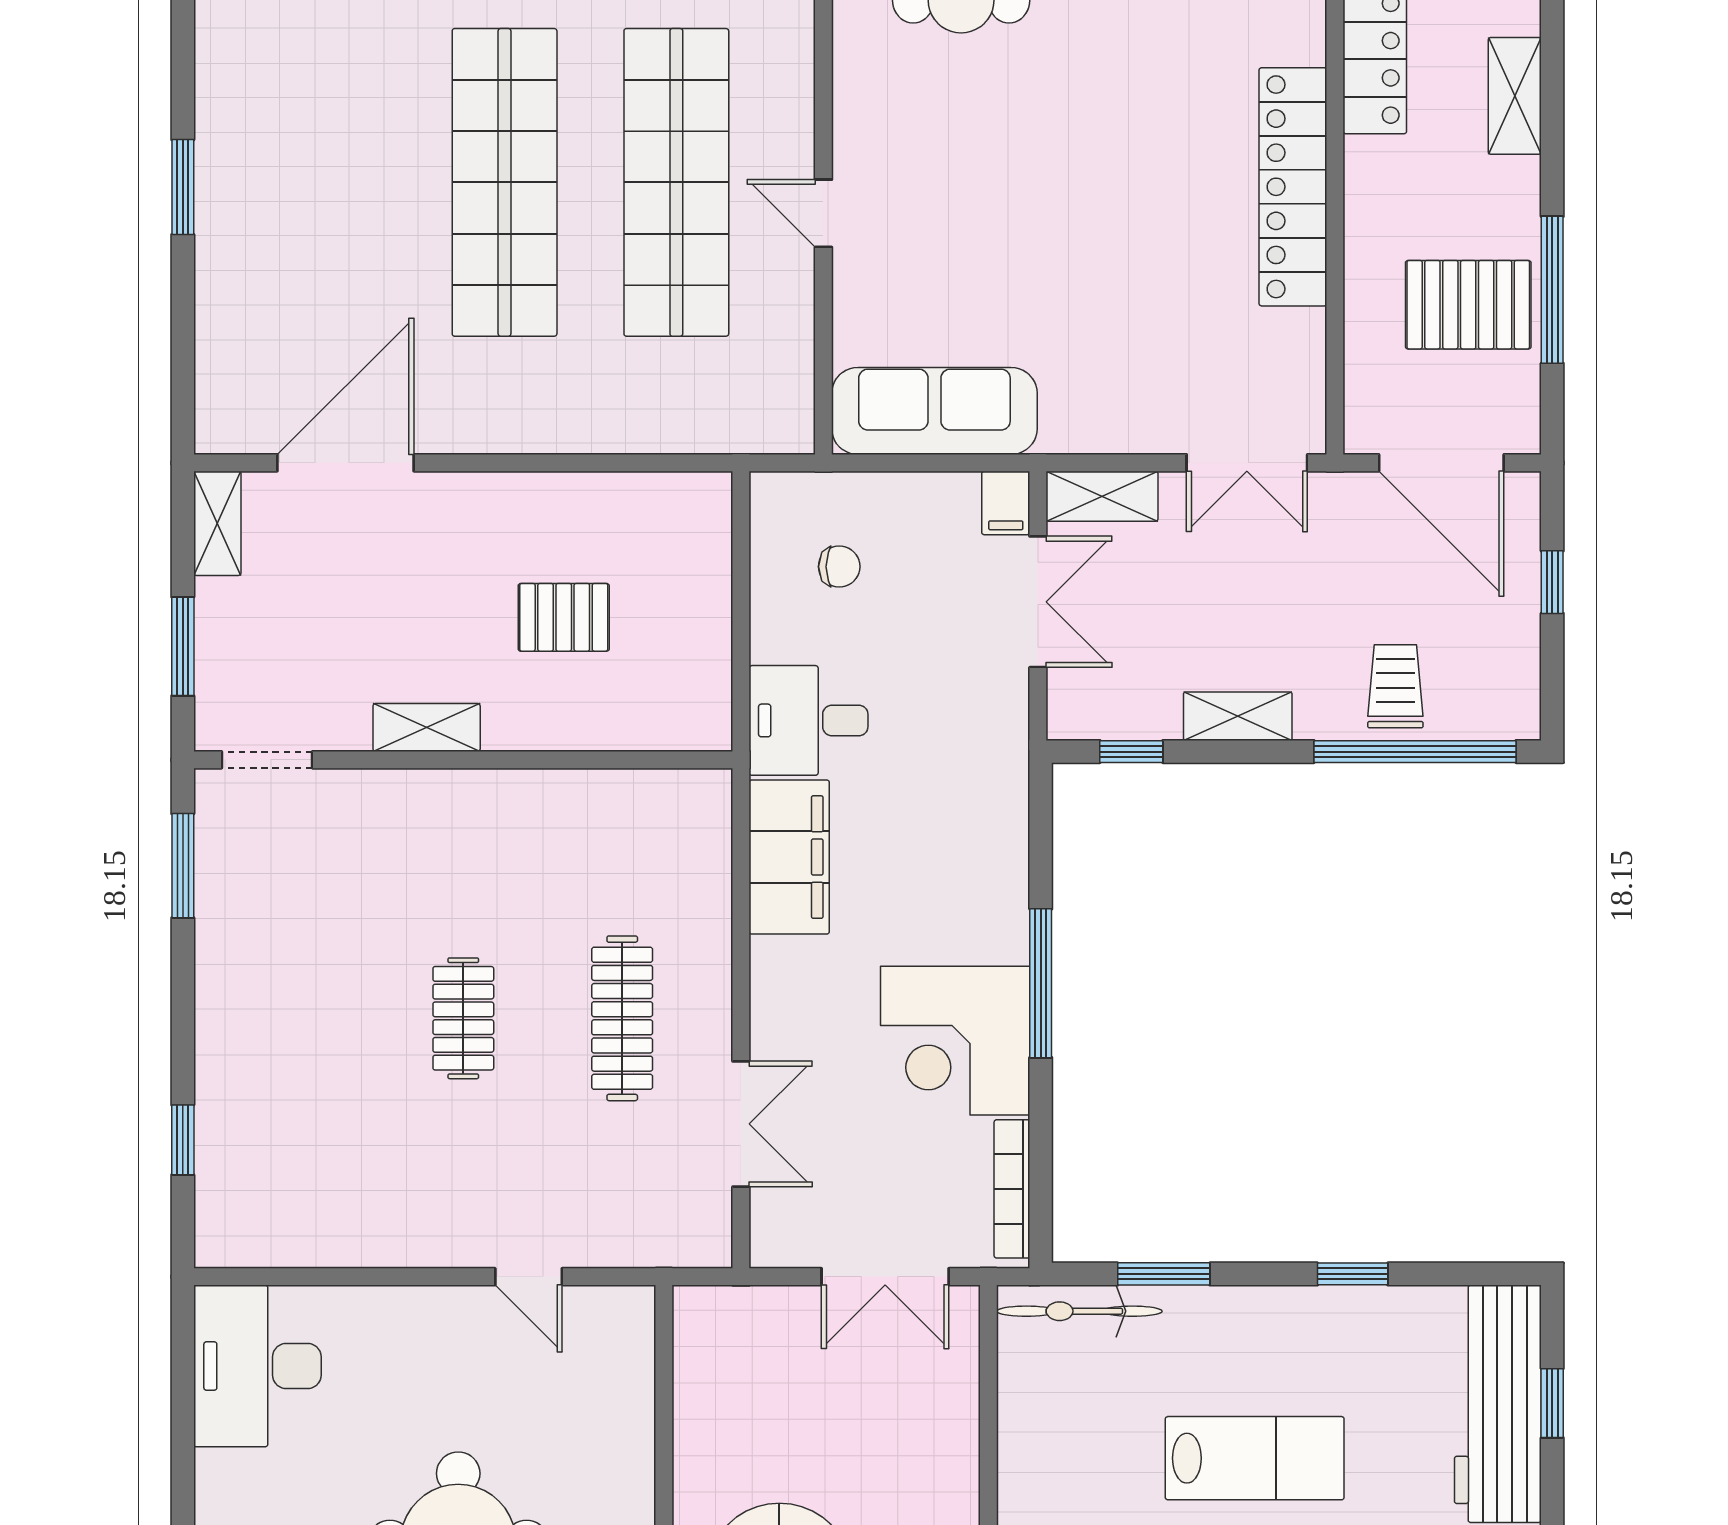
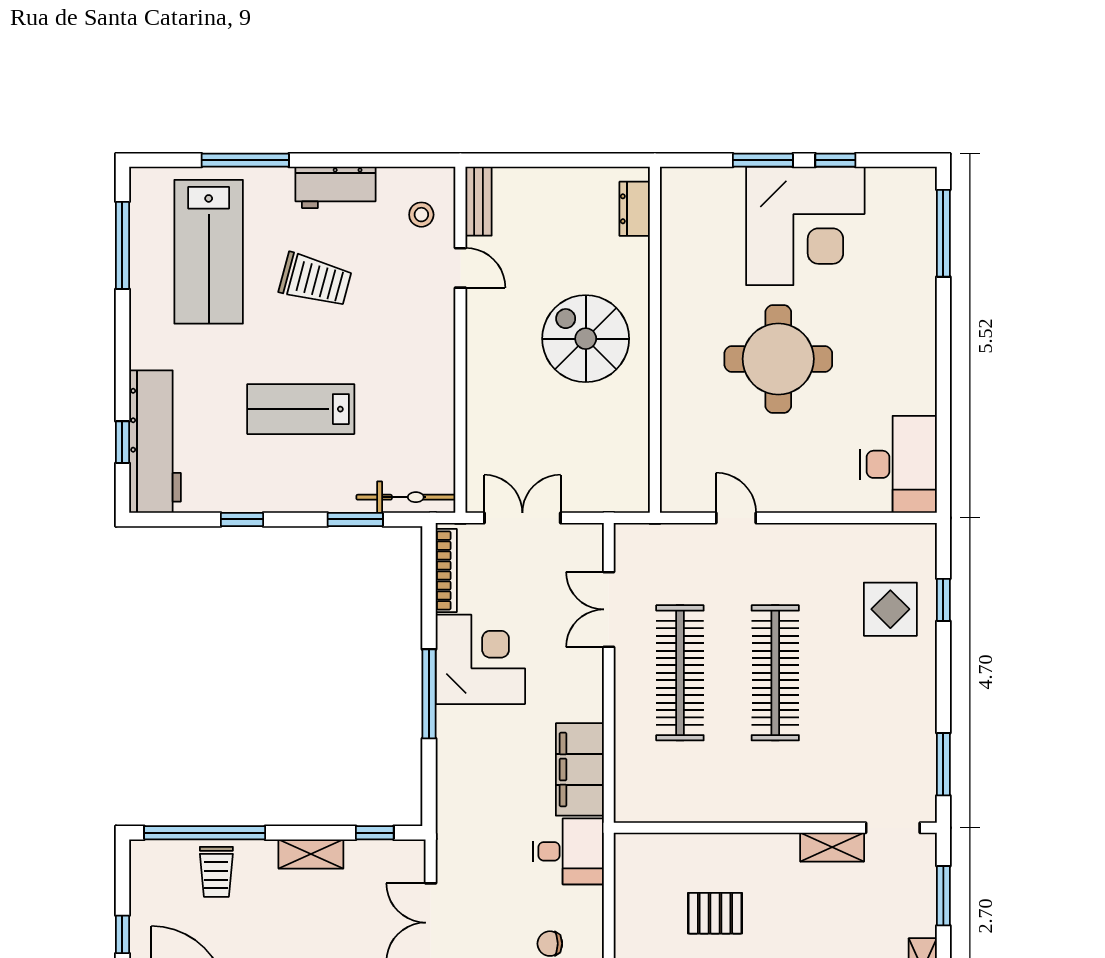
shelving: (427, 727) -> (832, 847), moved
clothes rail: (463, 1018) -> (775, 673), width x1.86, depth x1.31
clothes rail: (622, 1018) -> (680, 673), width x1.37, depth x1.31
display table: (271, 1124) -> (890, 609), added

